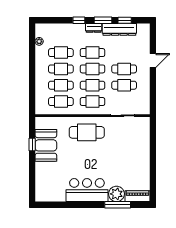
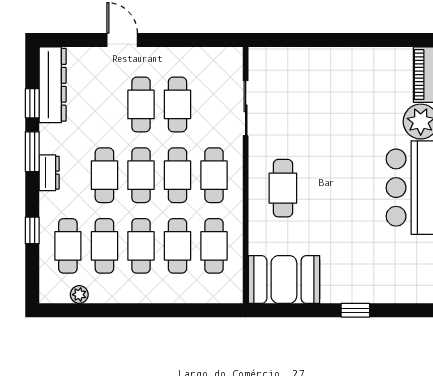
window: (79, 20) -> (32, 230), moved
dresser: (119, 29) -> (53, 85), moved
cafe table: (61, 36) -> (68, 246), added
cafe table: (87, 132) -> (283, 188), width x0.73, depth x0.74
window: (32, 145) -> (355, 310), moved
booth: (46, 145) -> (284, 279), moved

